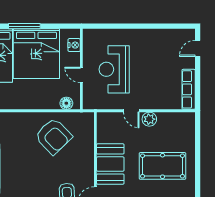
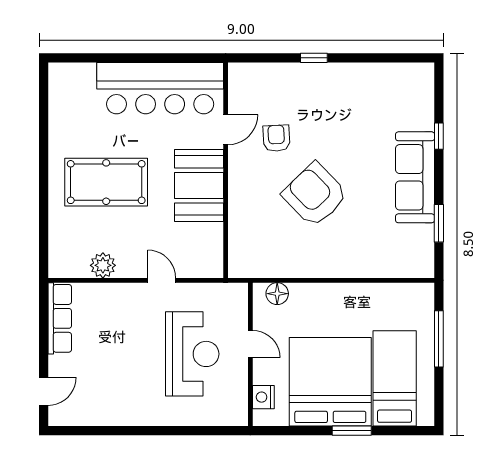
window: (24, 26) -> (352, 431), width x0.69
plant: (149, 119) -> (103, 265), moved
armchair: (53, 136) -> (315, 195), moved

